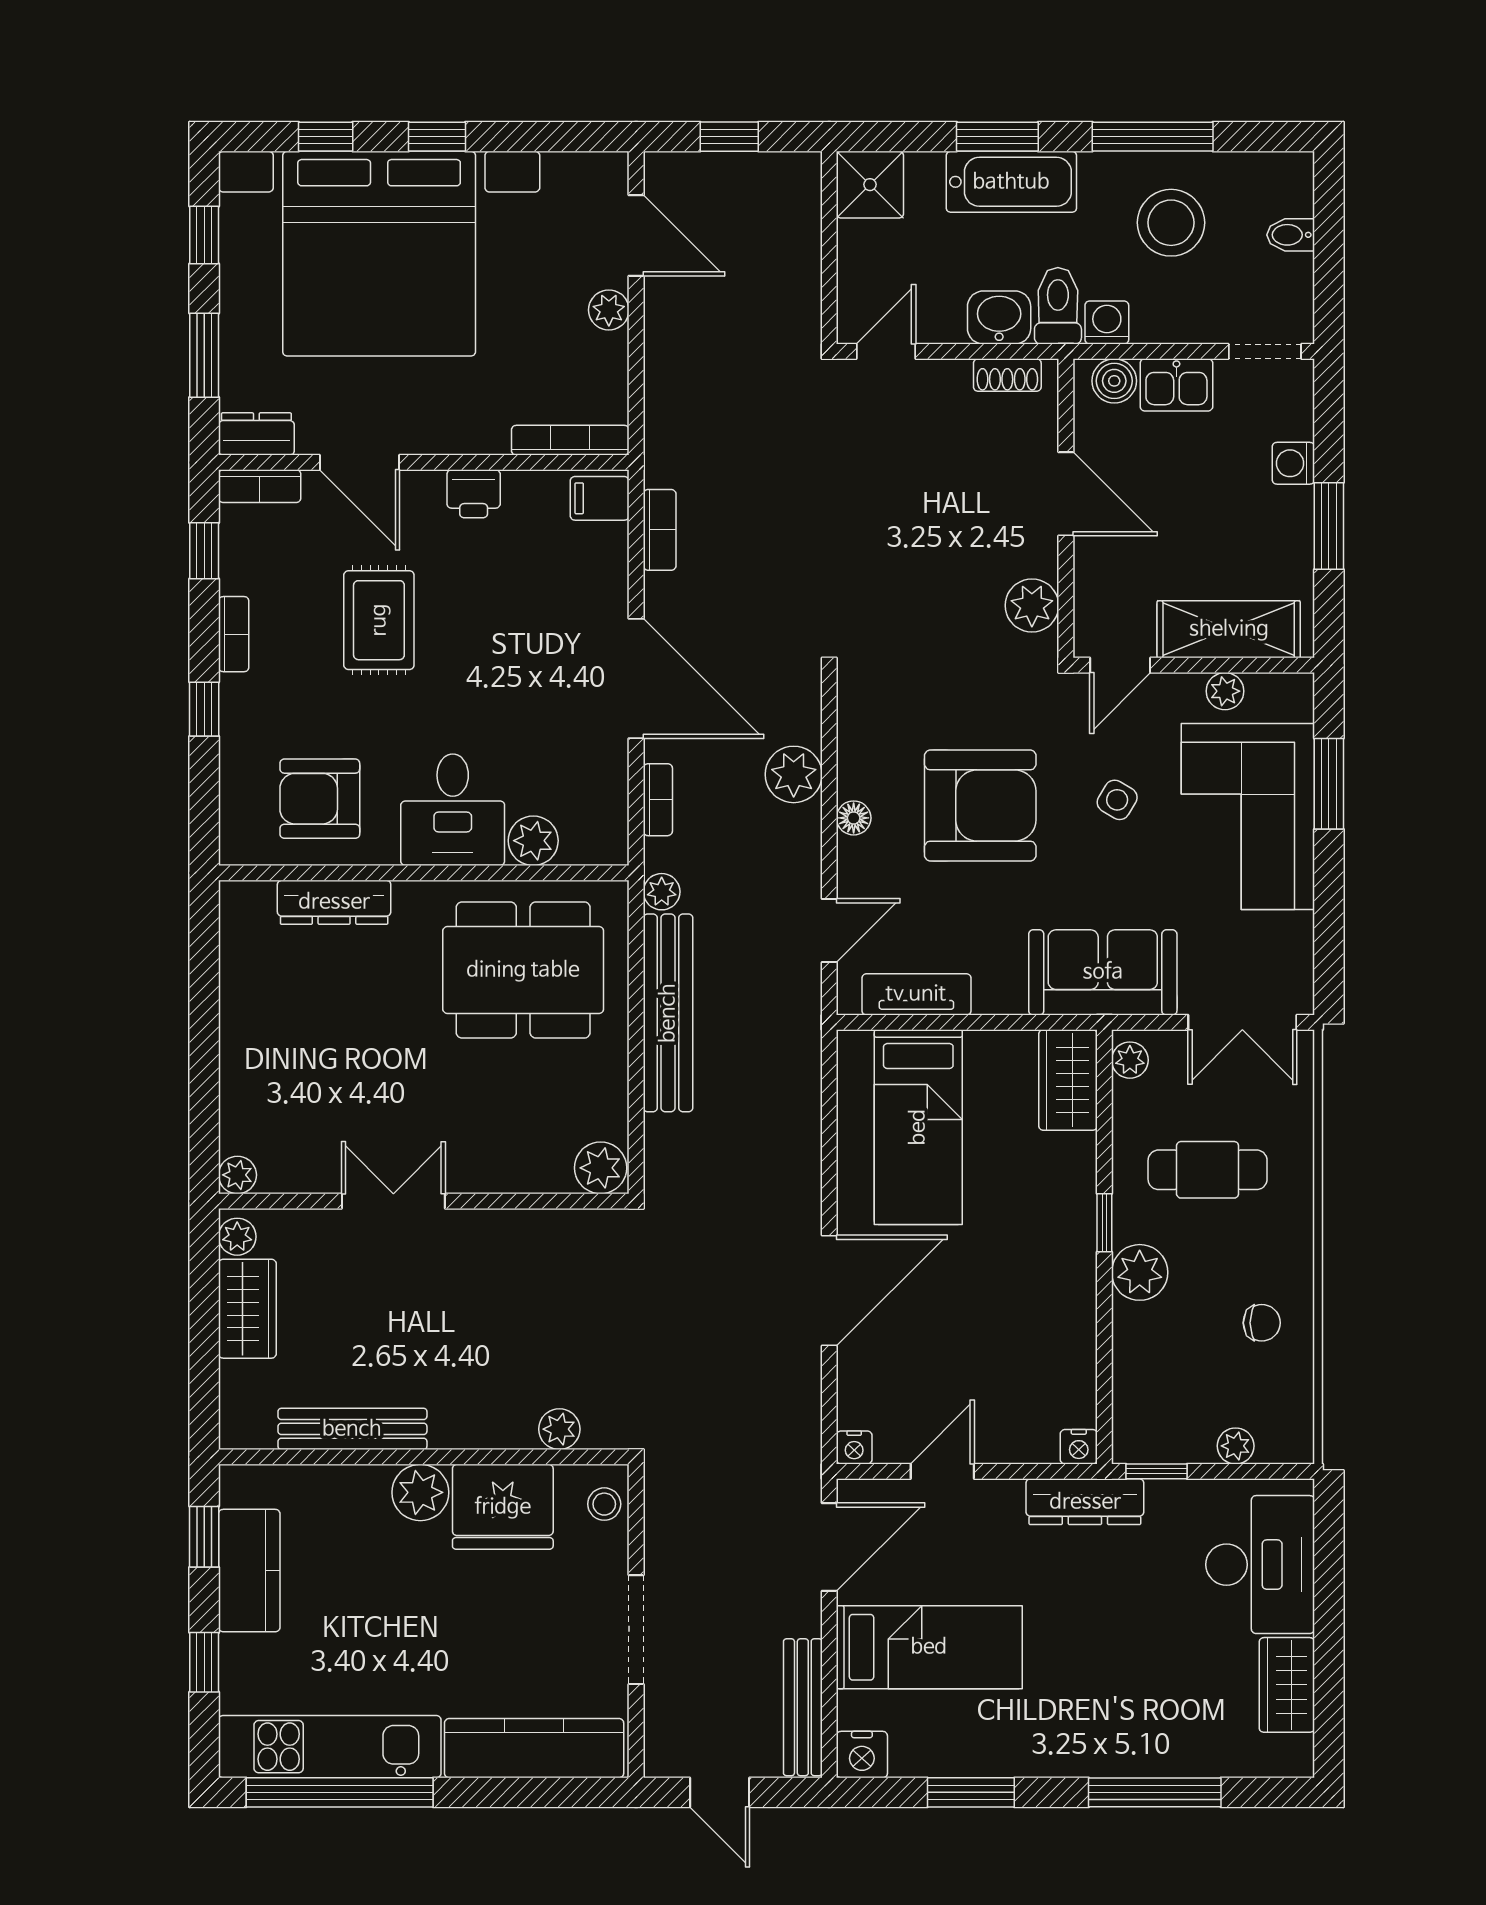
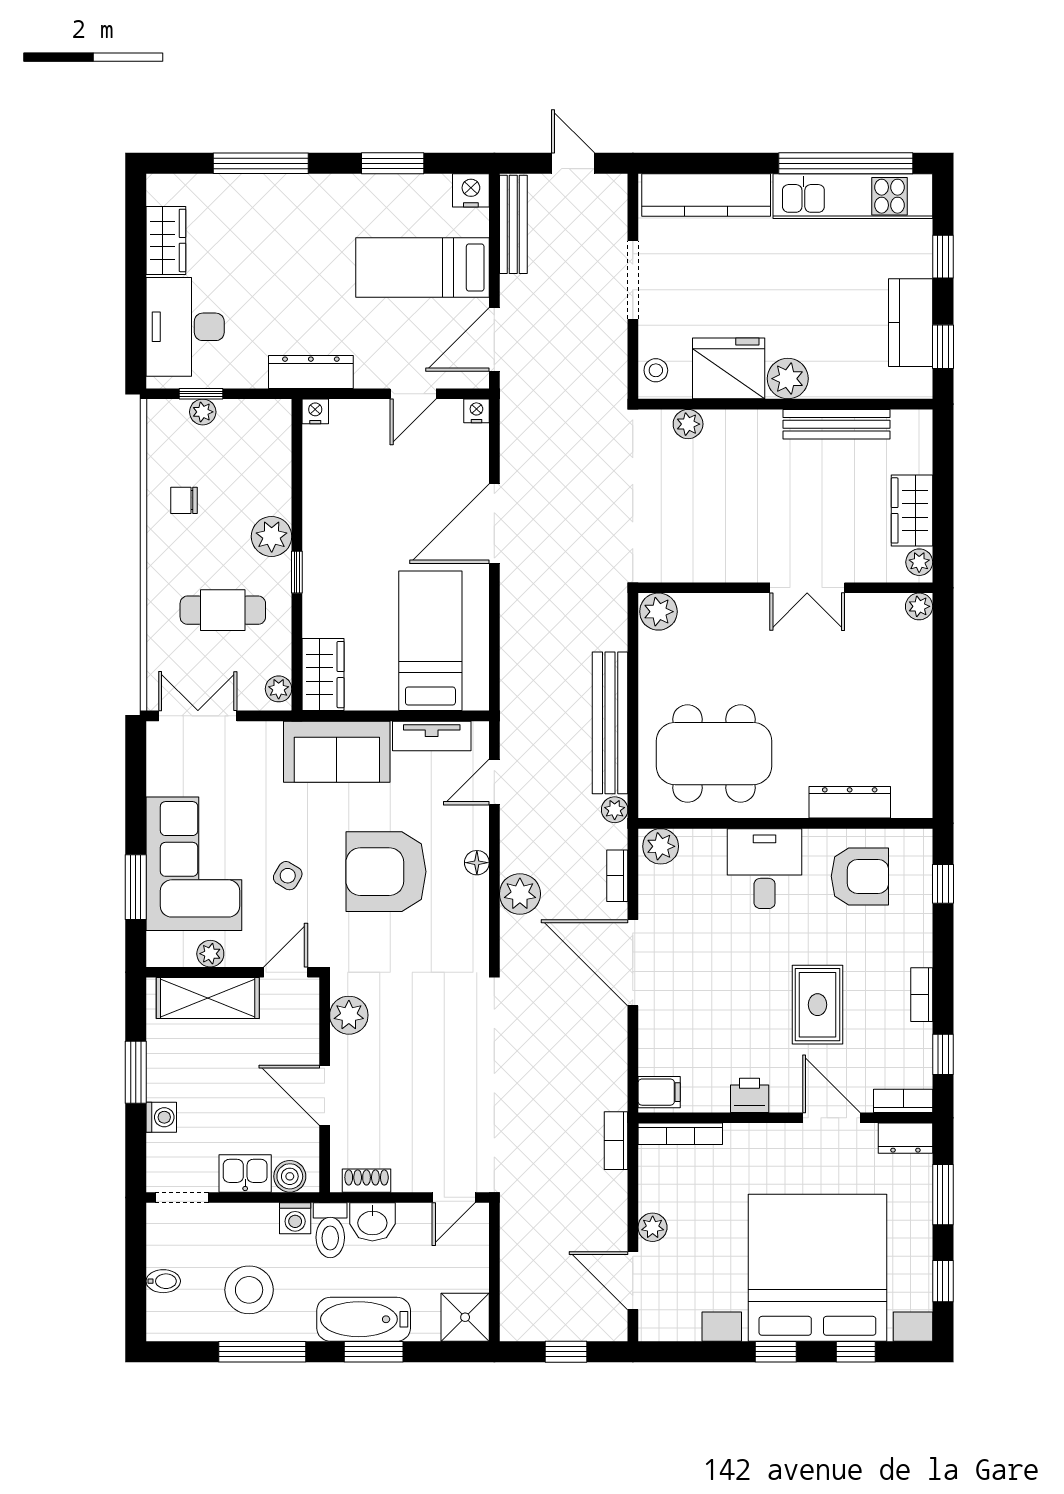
bookcase: (660, 530) -> (616, 1141), moved
window: (204, 709) -> (943, 884), moved
plant: (533, 841) -> (661, 846), moved
sofa: (1103, 972) -> (337, 752), moved
window: (1156, 1471) -> (201, 394), moved

